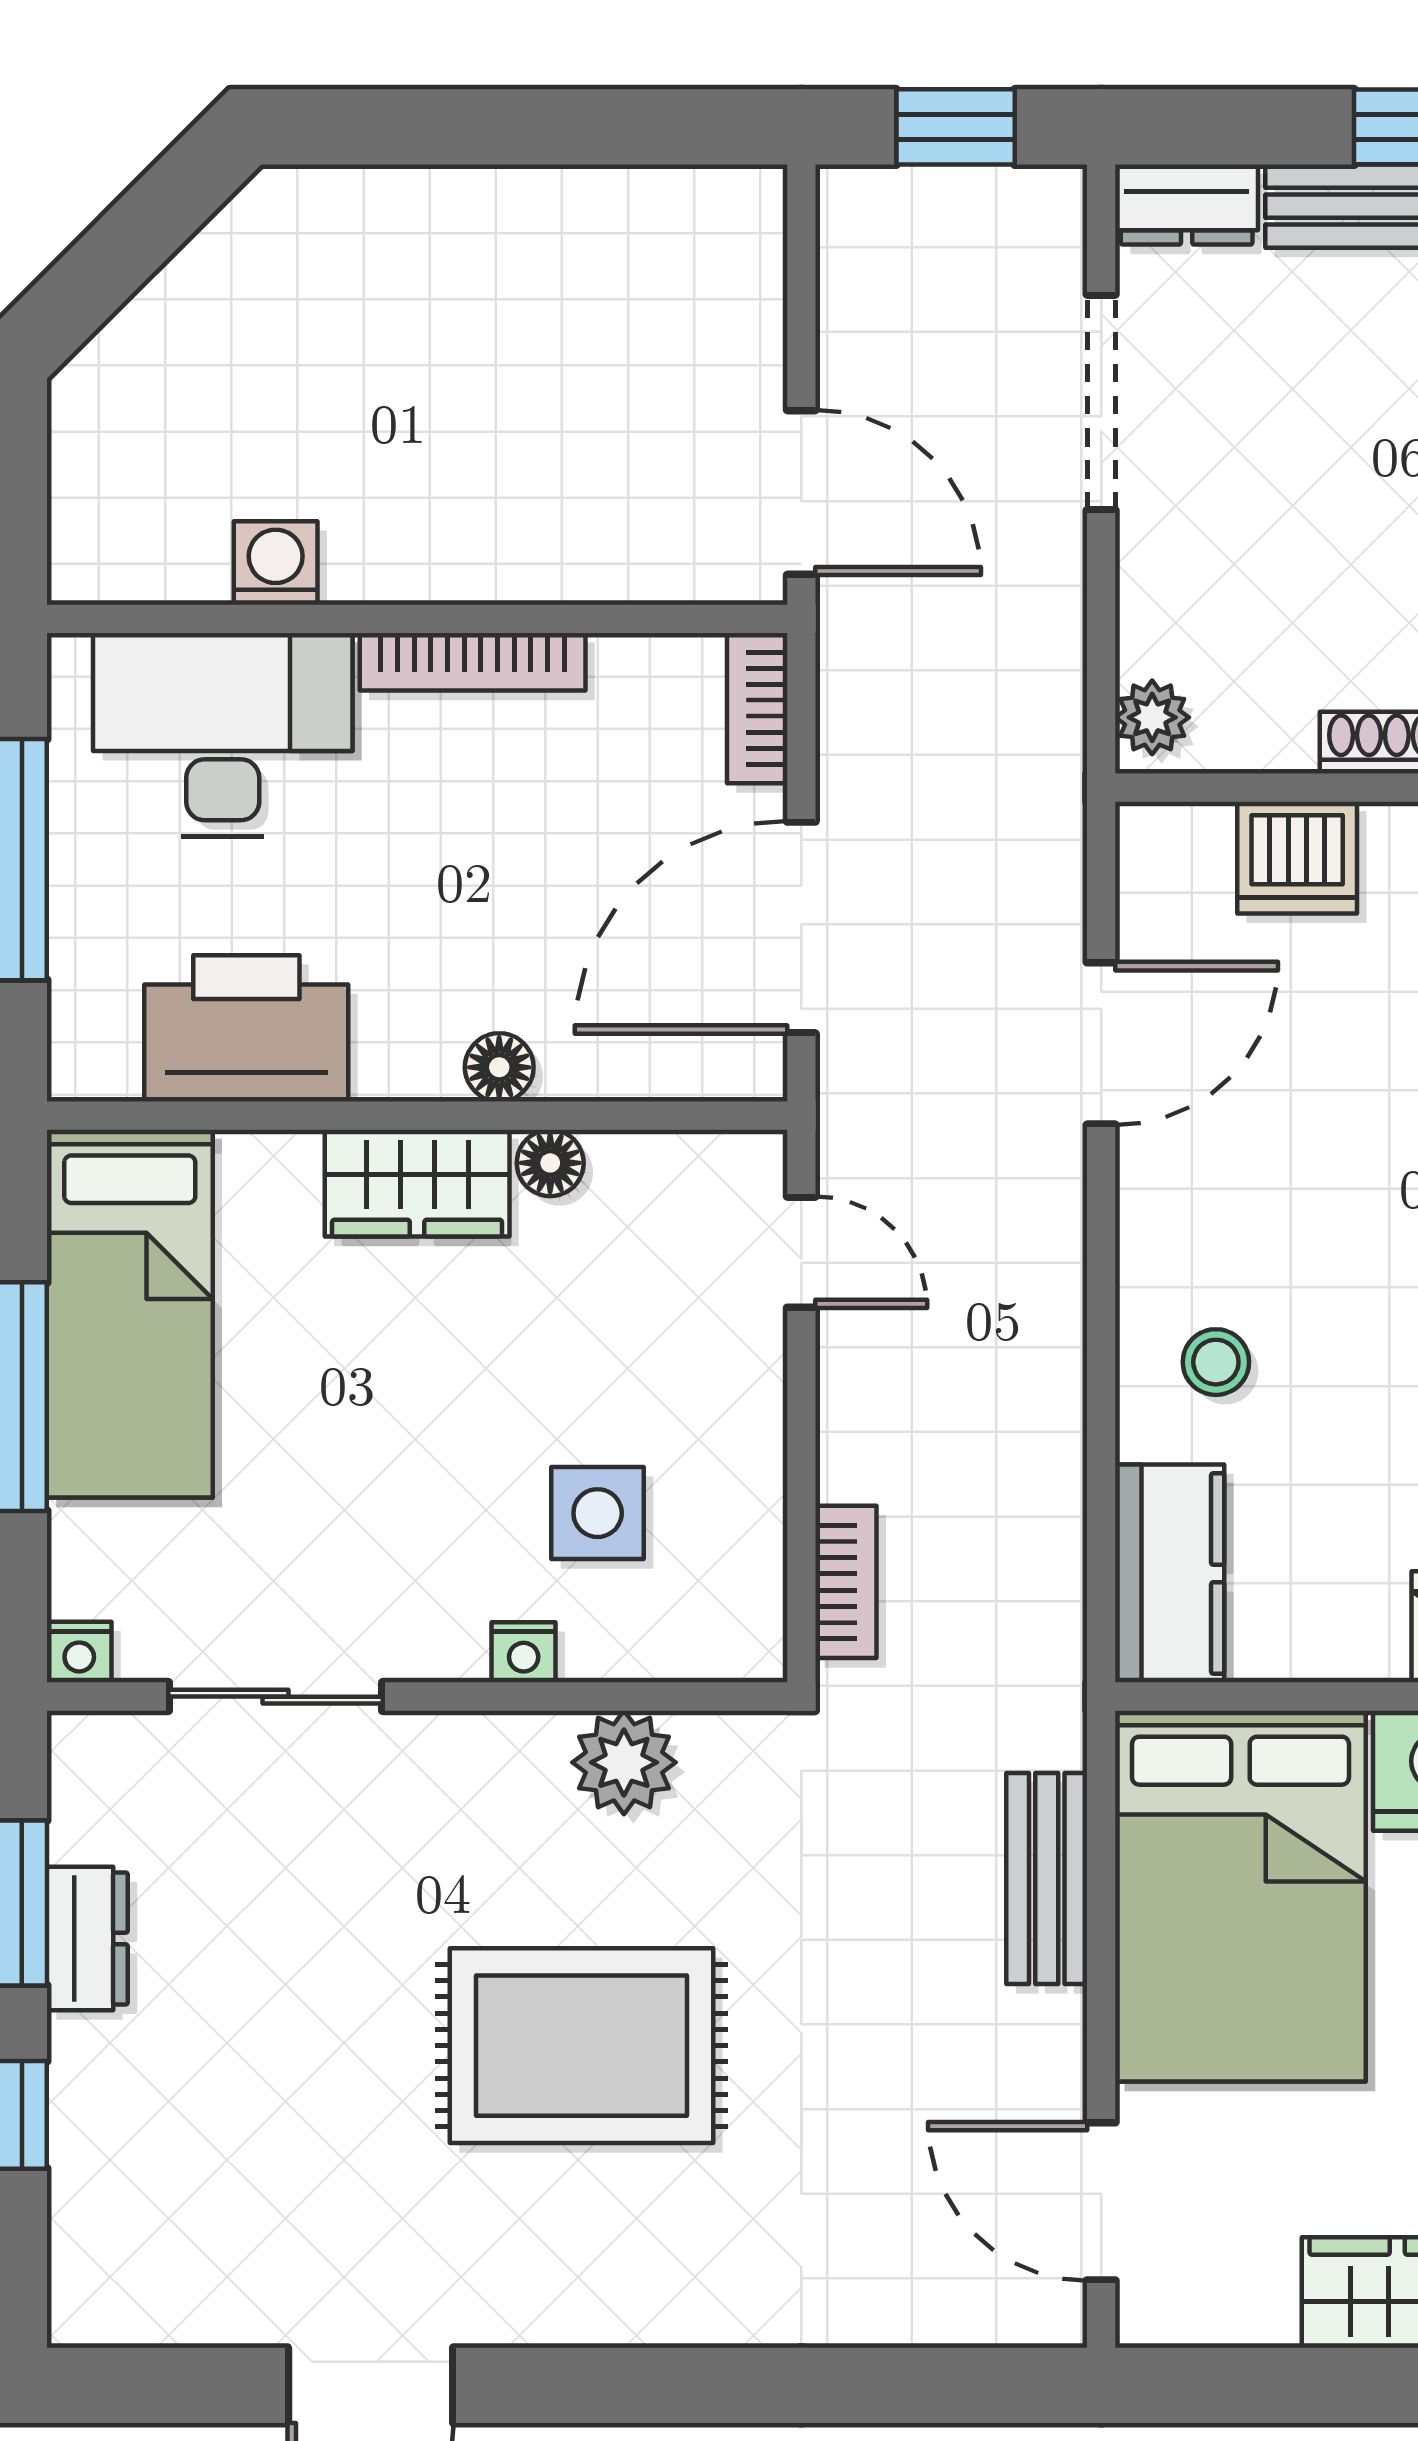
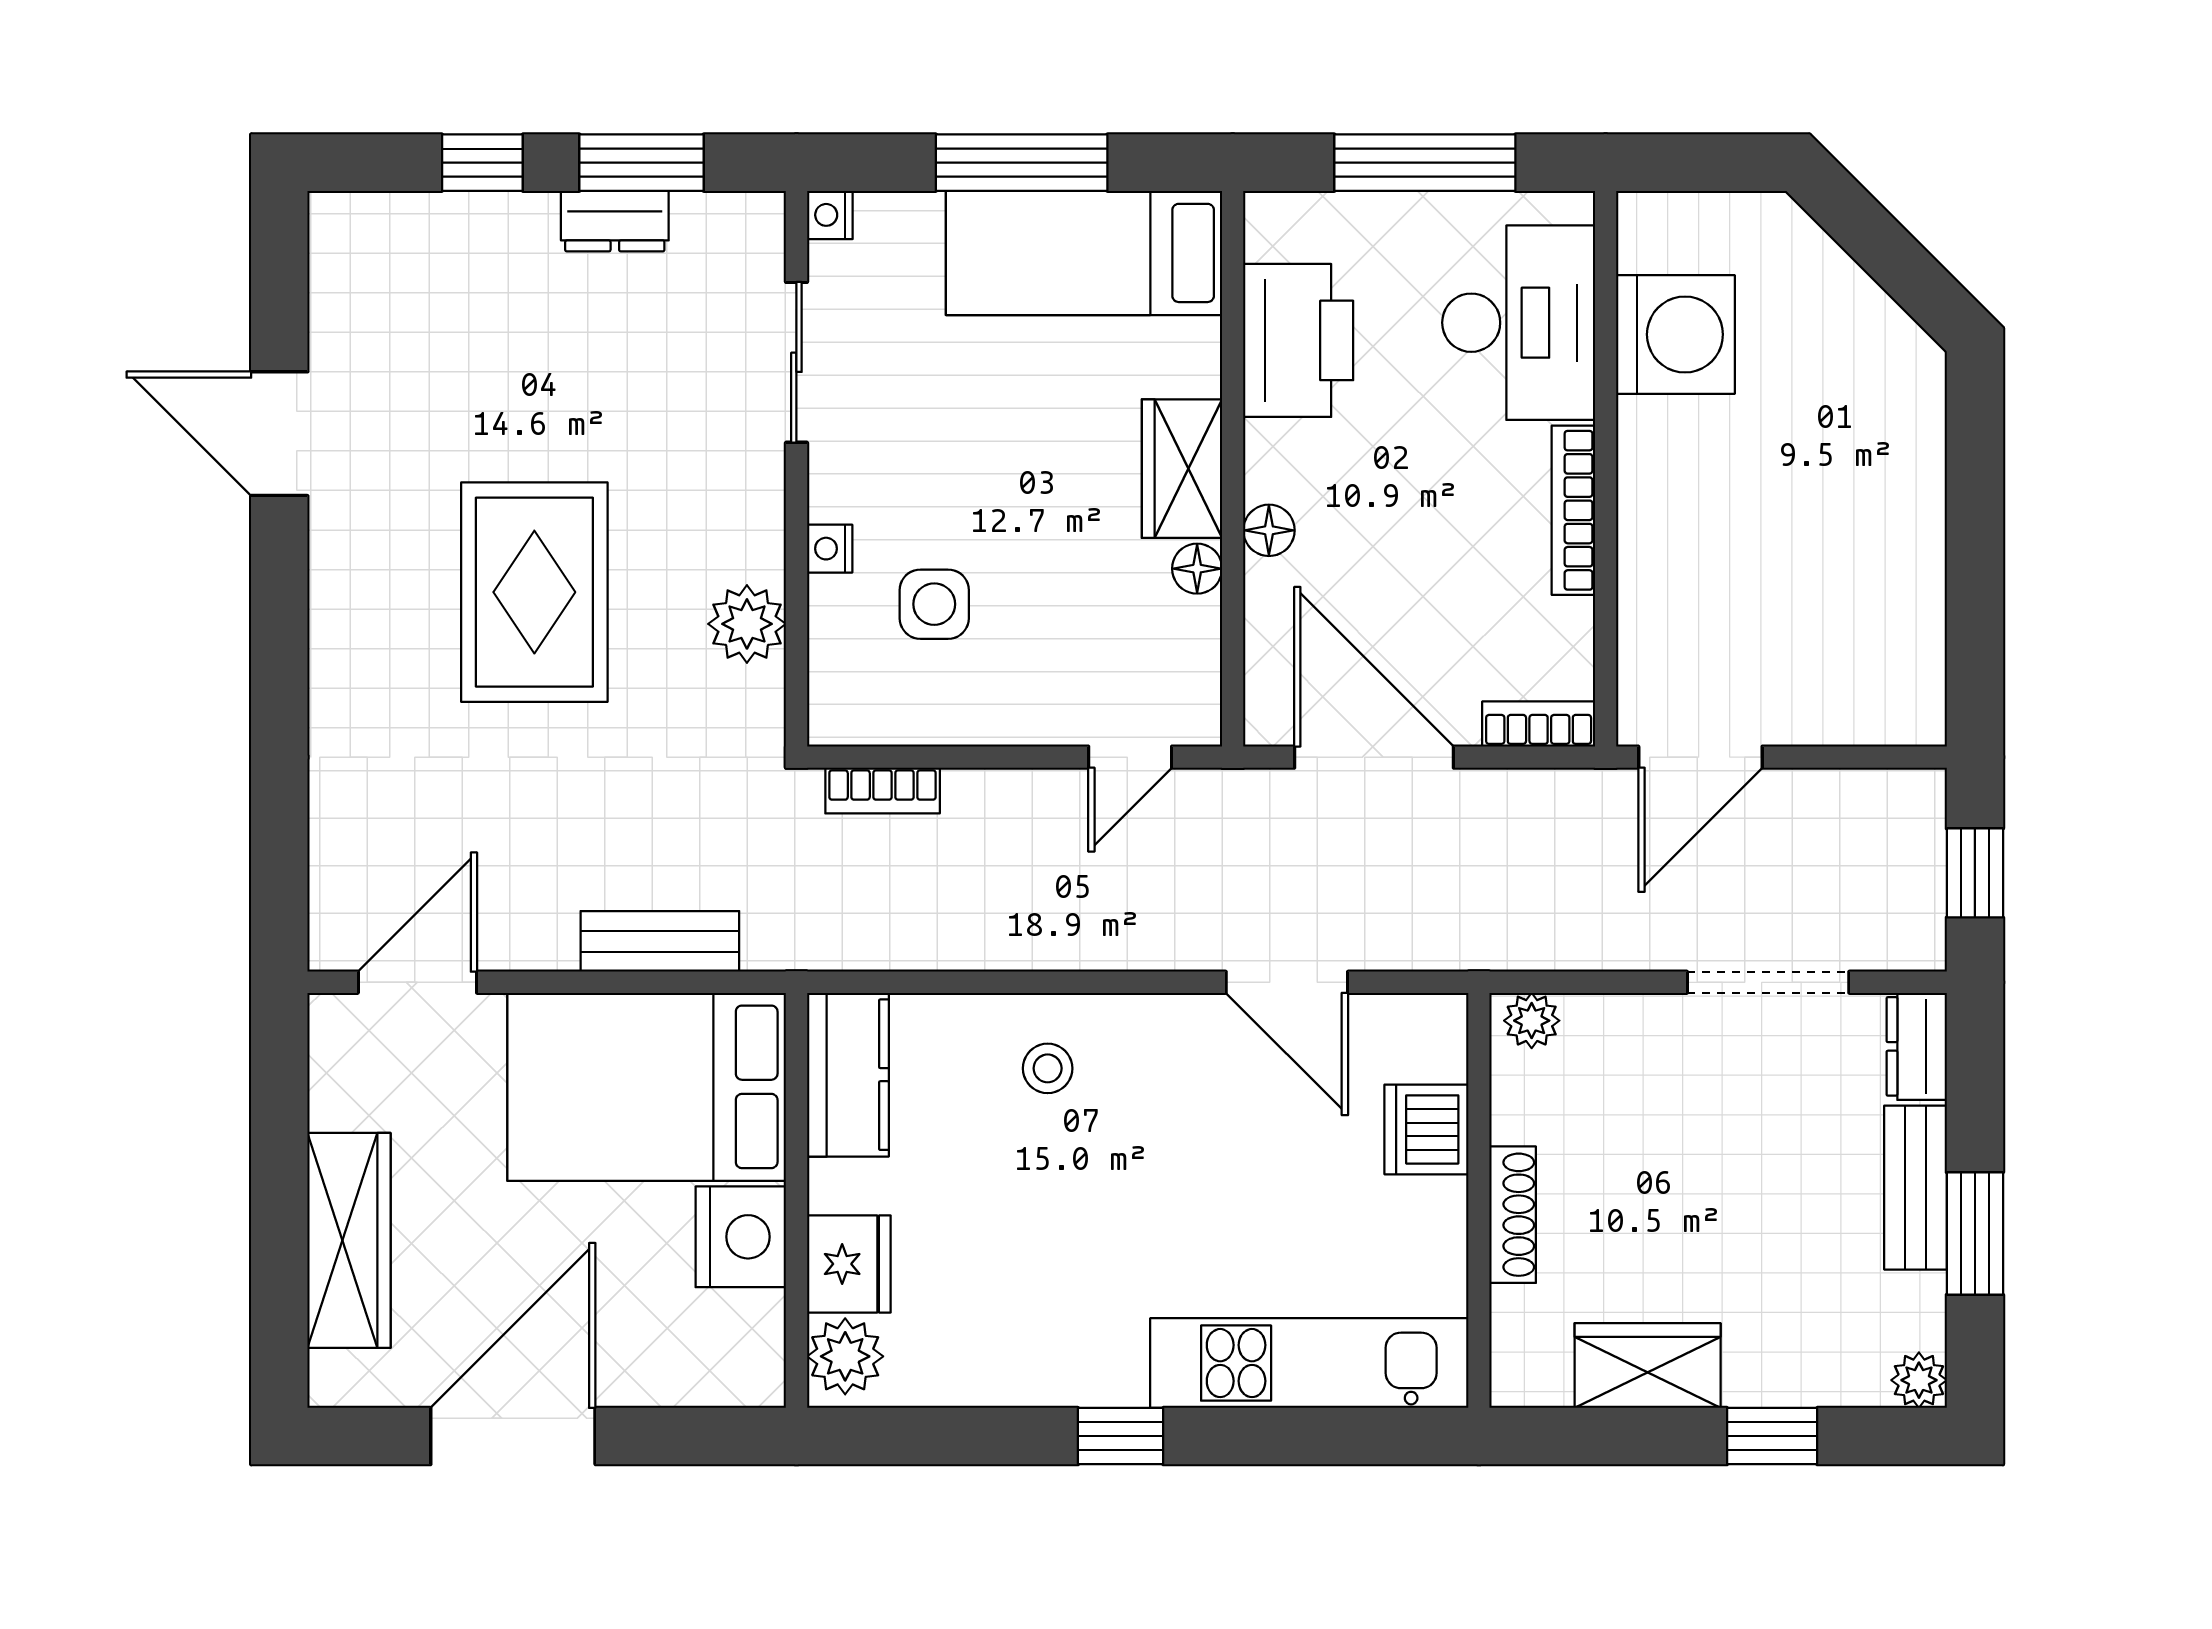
washing machine: (276, 563) -> (1675, 334), width x1.89, depth x1.89
kitchen counter: (1170, 1573) -> (848, 1075), moved, turned -90

